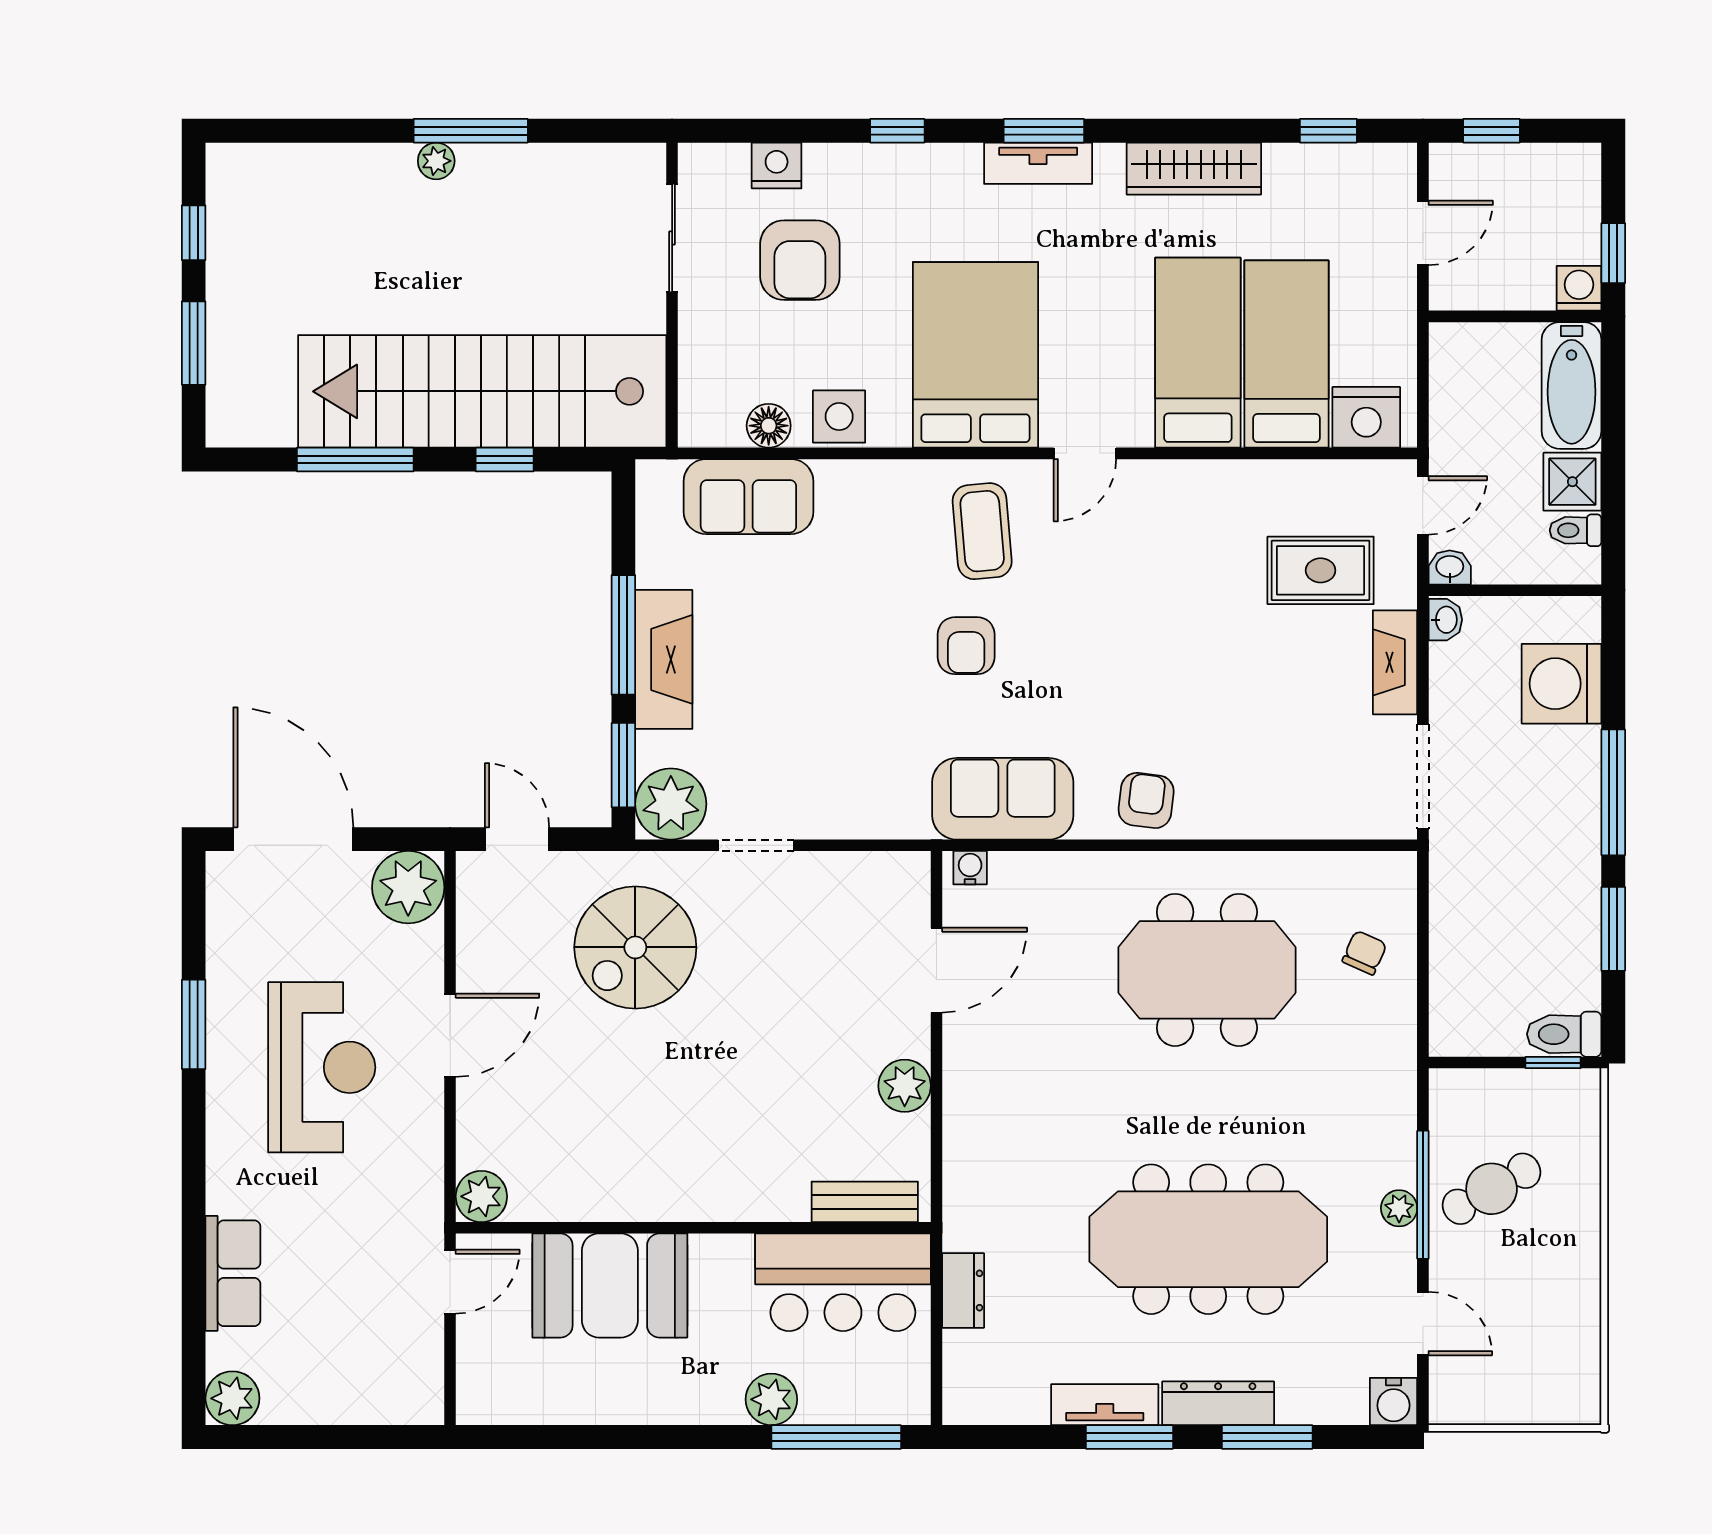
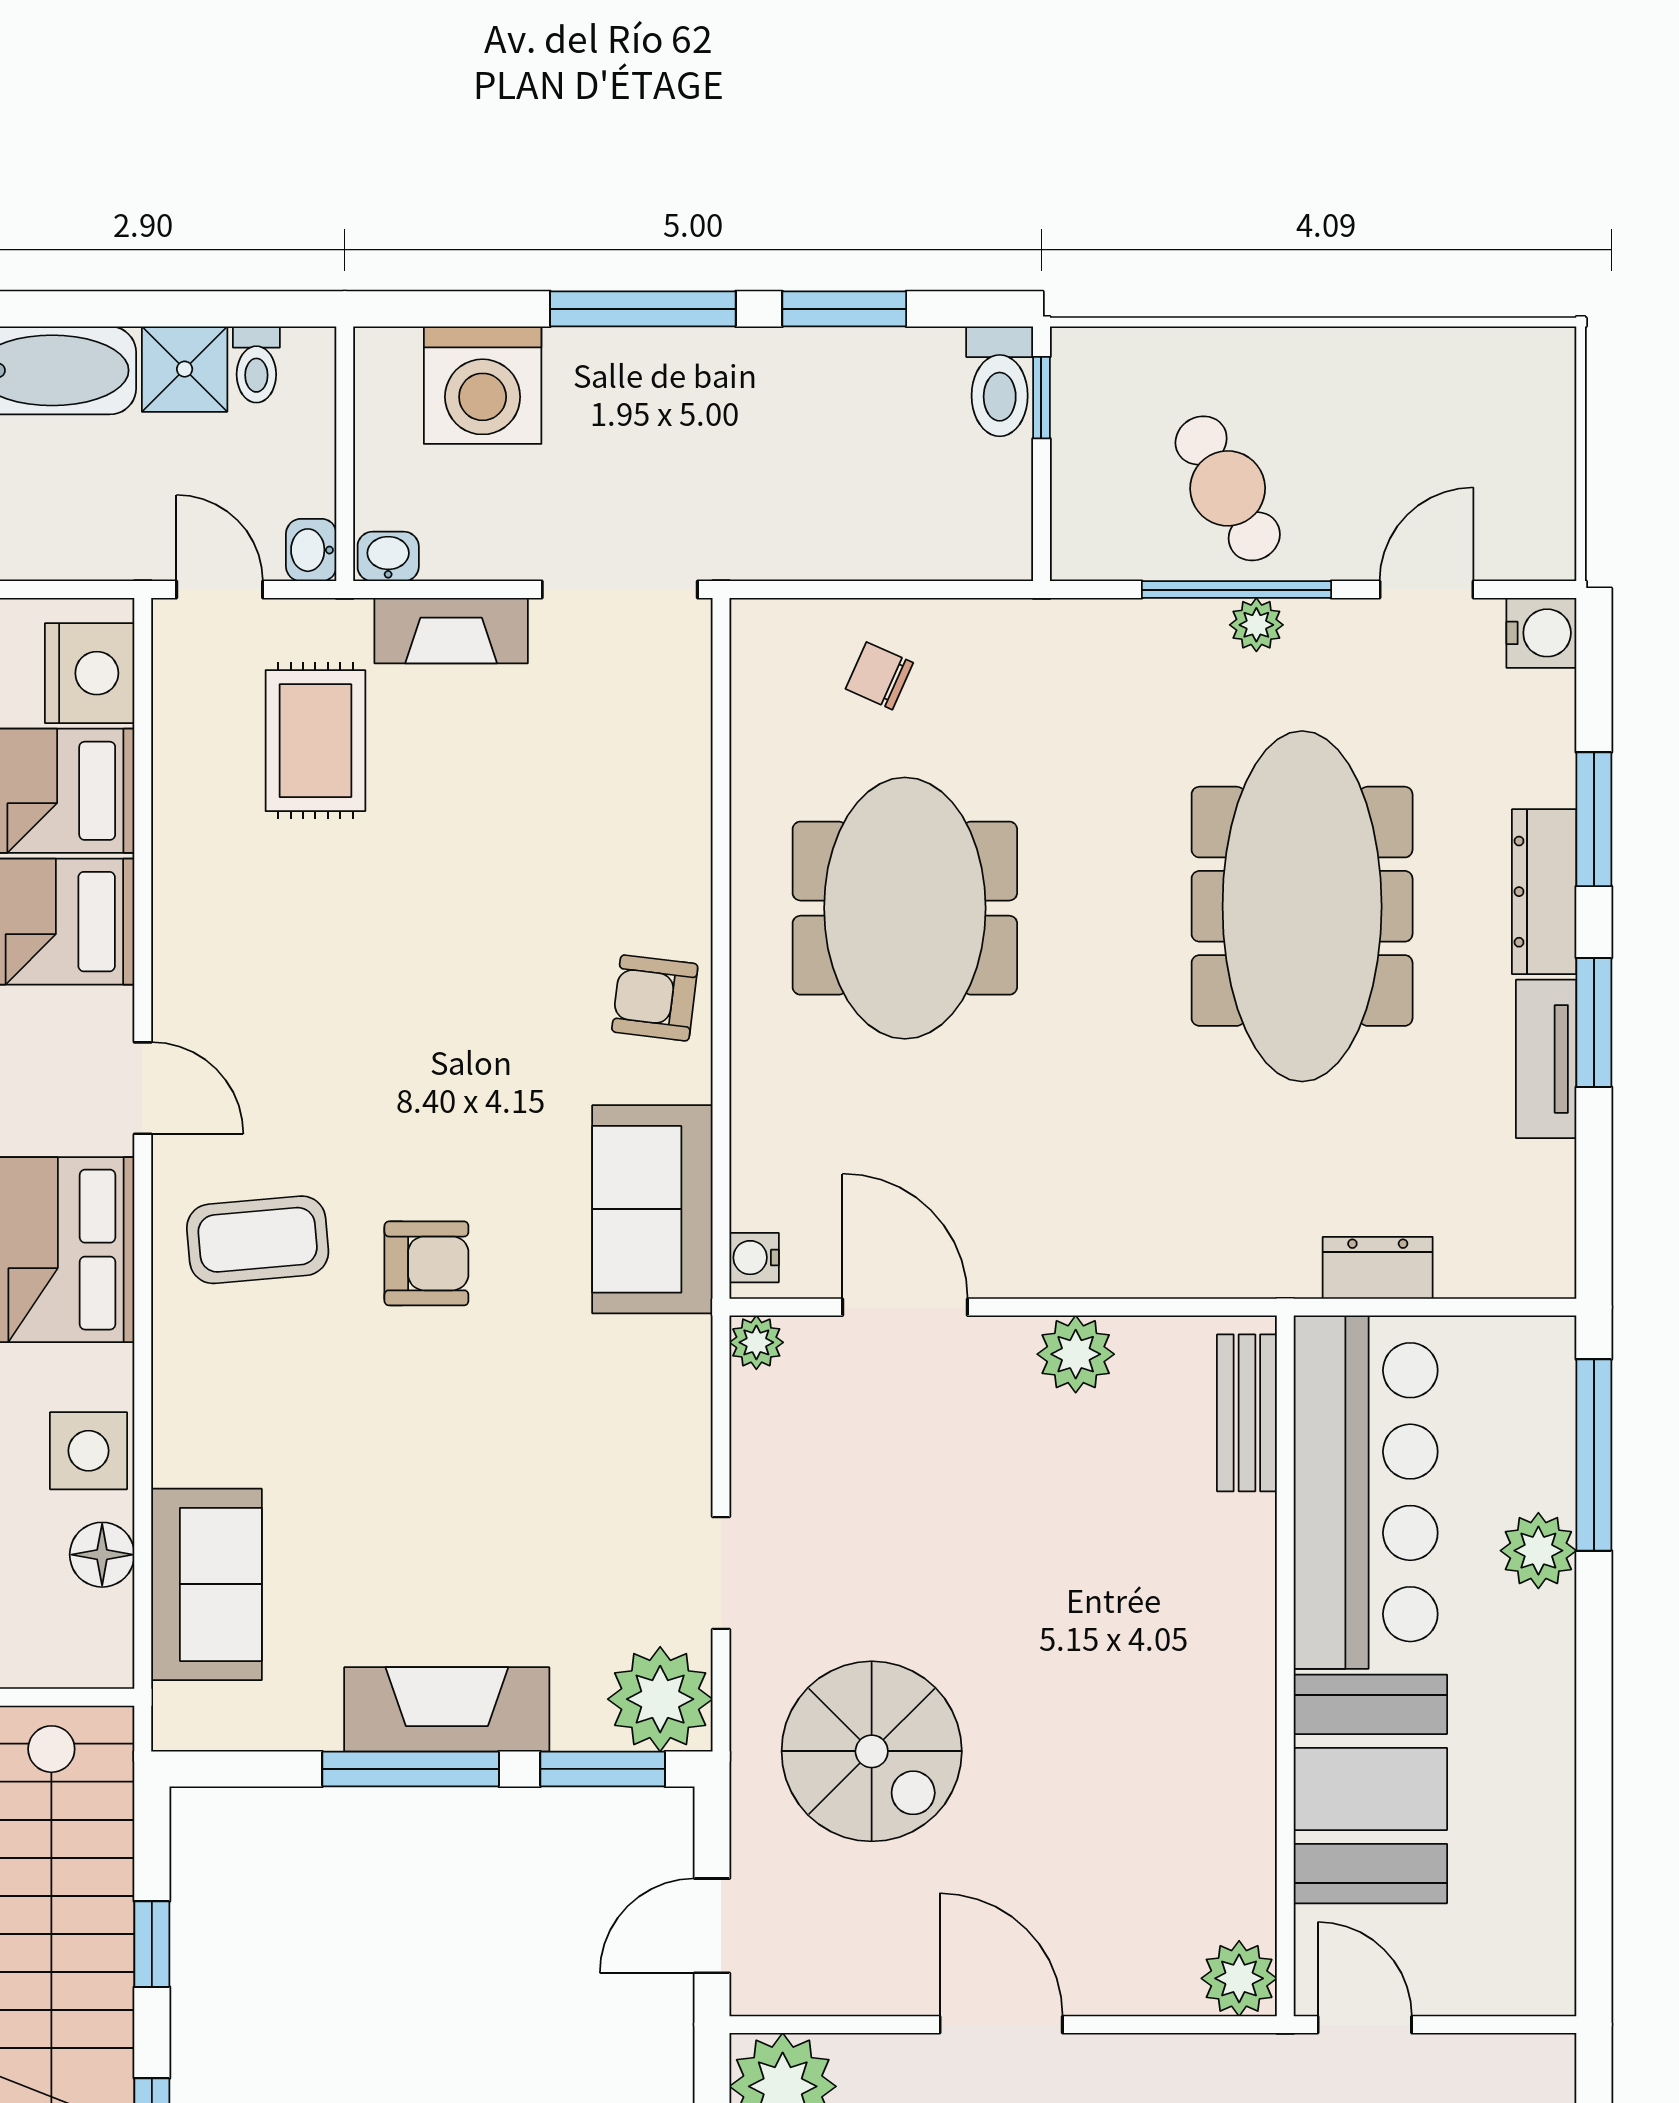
plant: (913, 869) -> (756, 1342), added
bar counter: (843, 1282) -> (1366, 1492), width x1.36

